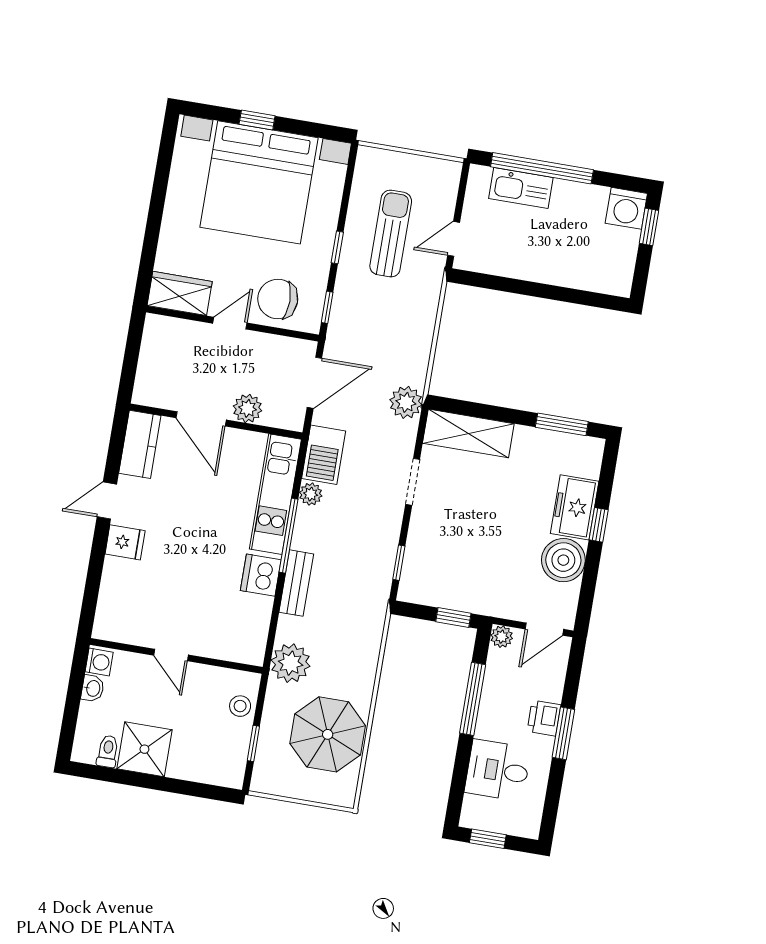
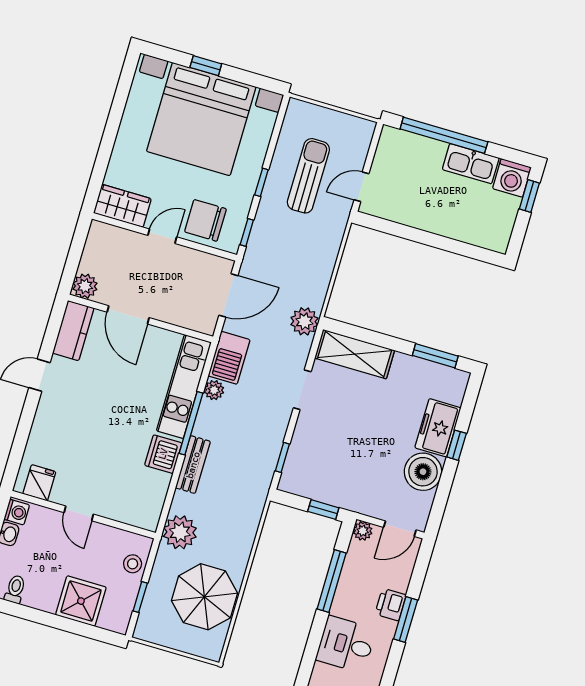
kitchen sink: (521, 188) -> (471, 164), moved
plant: (248, 408) -> (85, 286), moved
fridge: (125, 542) -> (39, 483), moved, turned -90
shower: (144, 749) -> (81, 601), moved

